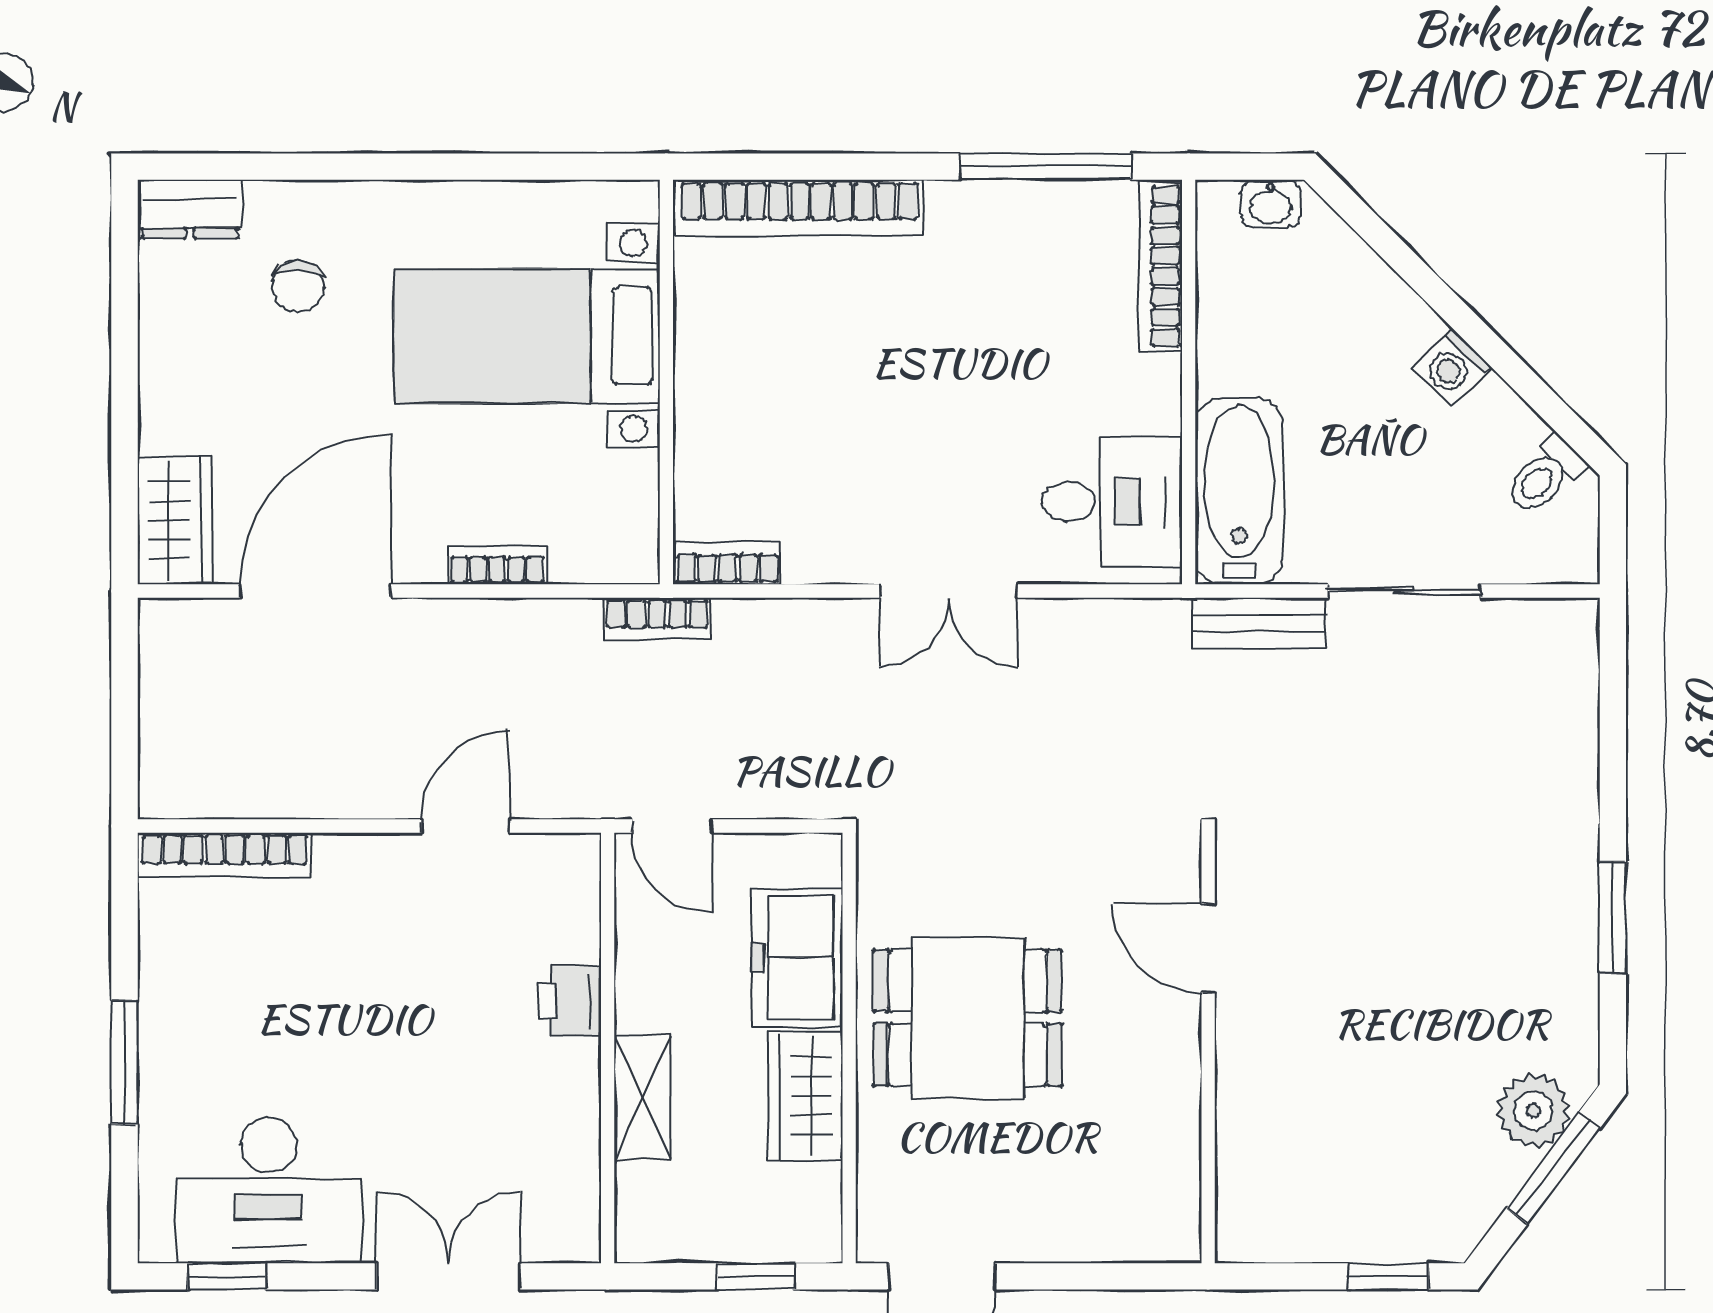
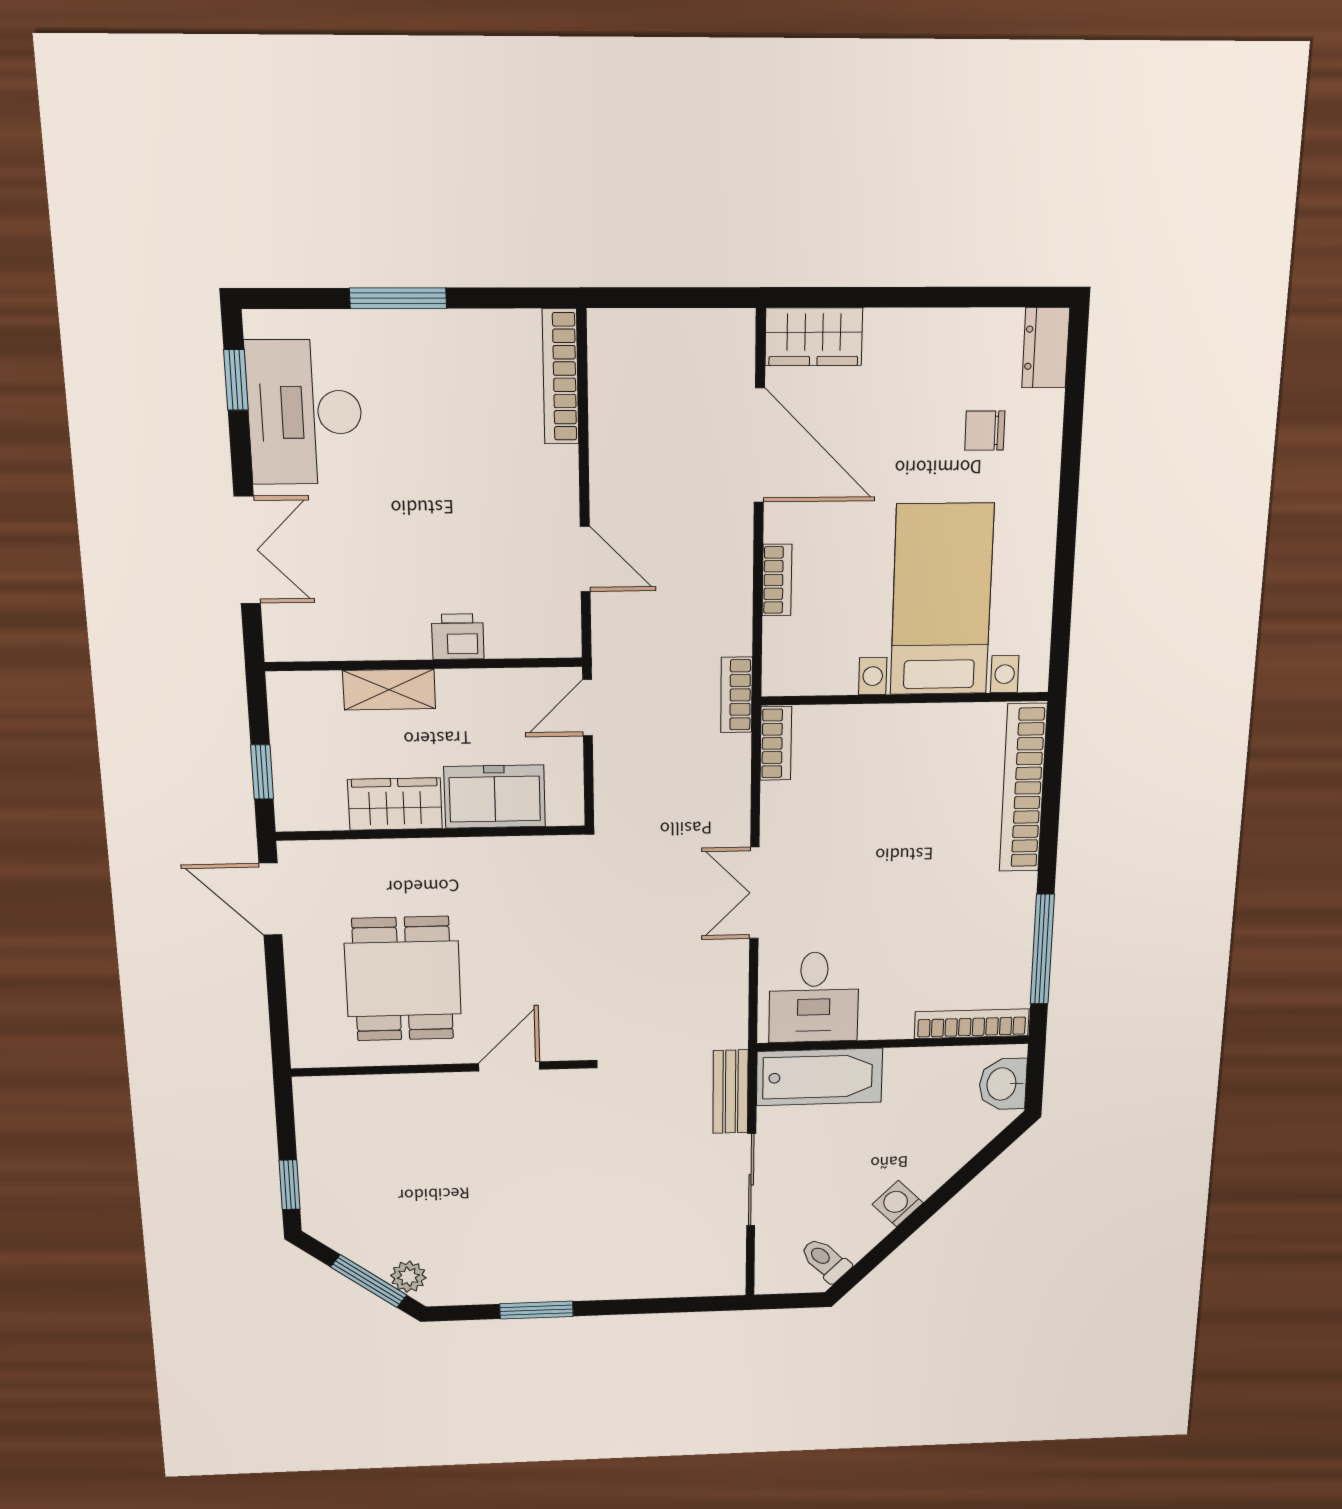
washbasin: (1271, 204) -> (1003, 1084), width x1.38, depth x1.45
dining table: (968, 1018) -> (403, 979), moved
plant: (1534, 1111) -> (408, 1277), width x0.73, depth x0.73

